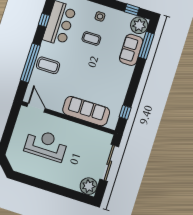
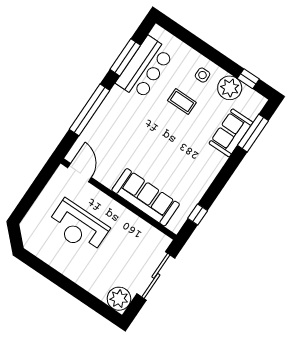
window: (44, 20) -> (125, 57), width x2.17
plant: (139, 25) -> (230, 88), moved
coffee table: (48, 65) -> (113, 120), removed
reception desk: (46, 145) -> (78, 227), turned 180

